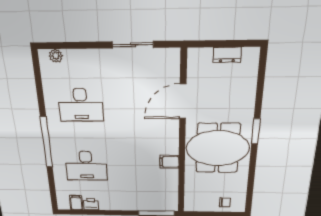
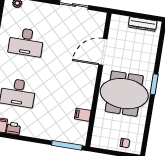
dresser: (227, 55) -> (143, 24), width x1.44
filing cabinet: (169, 162) -> (83, 115), moved

